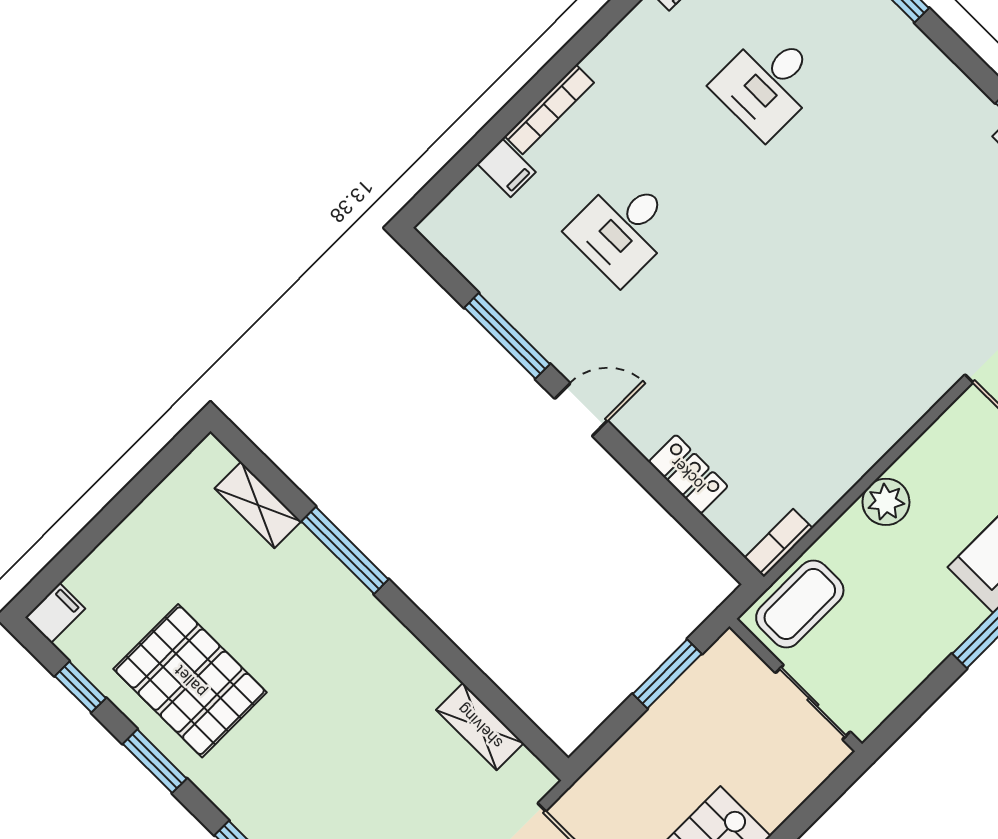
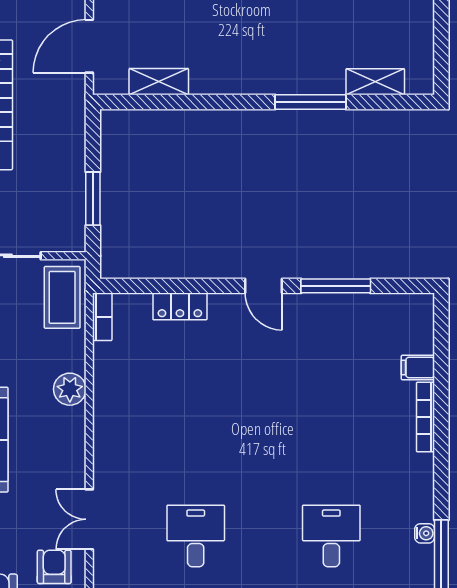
desk: (623, 229) -> (196, 536), moved
door: (581, 410) -> (264, 286), hinge flipped

